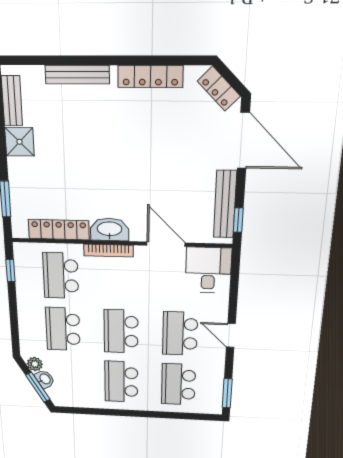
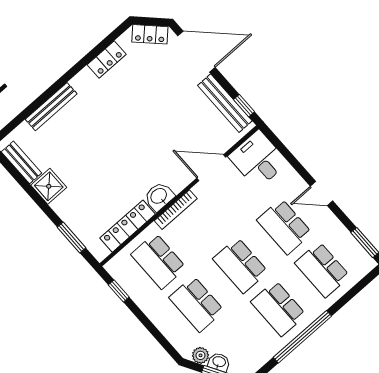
locker: (150, 77) -> (107, 59), width x0.66
washbasin: (109, 229) -> (159, 196), width x0.72
window: (121, 413) -> (302, 337), added

